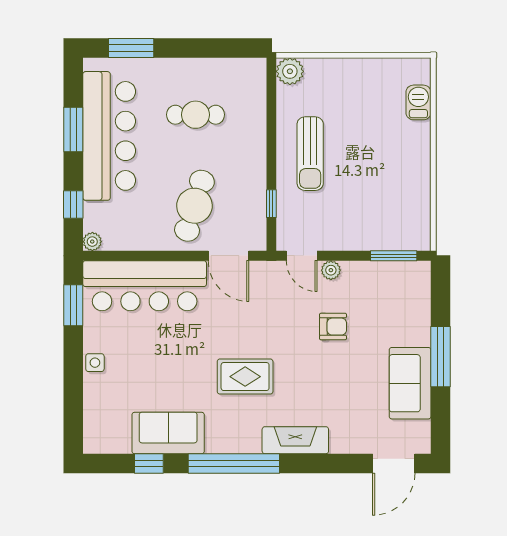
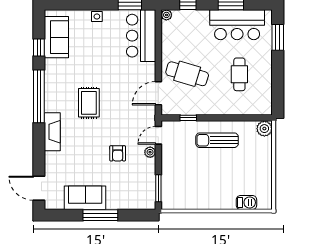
bar counter: (109, 136) -> (237, 25), width x0.73
bar counter: (145, 286) -> (141, 36), width x0.73
sofa: (168, 433) -> (56, 37), moved

